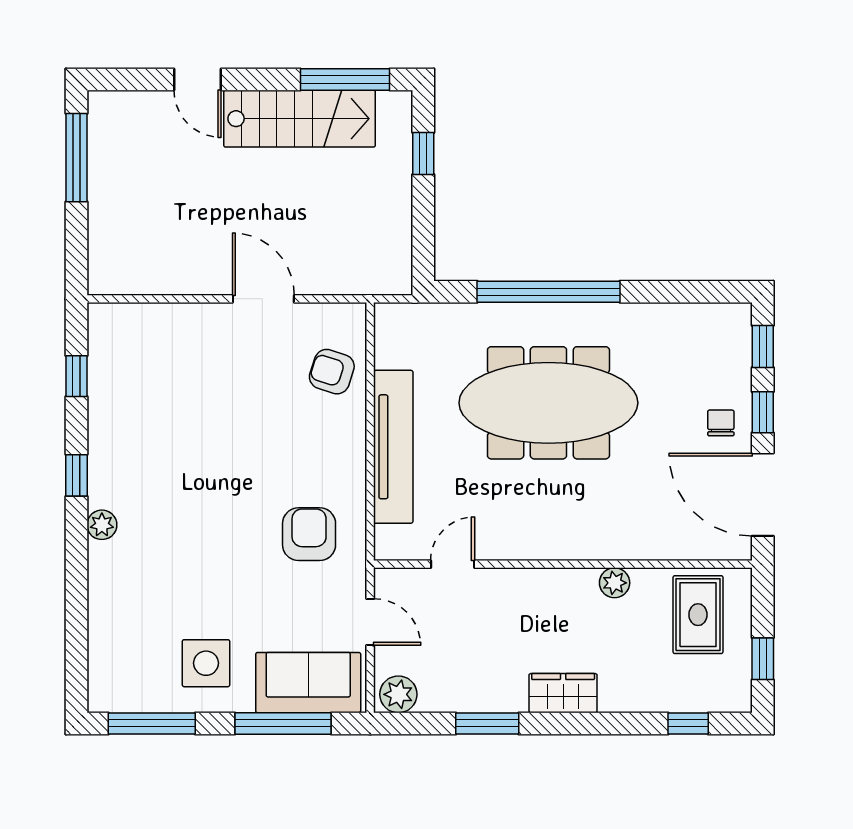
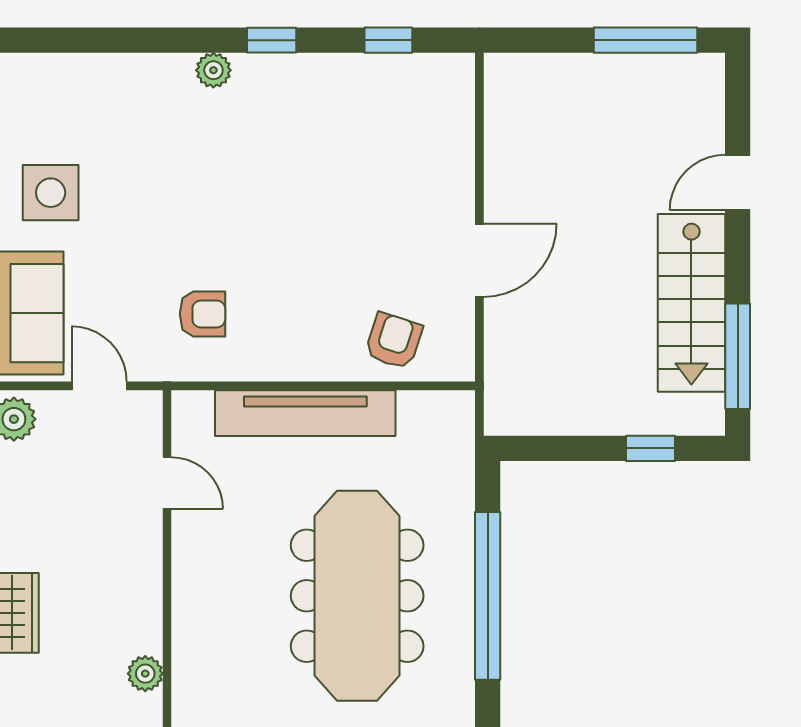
armchair: (309, 534) -> (202, 314), width x0.72, depth x0.72
door: (370, 622) -> (99, 386), swing flipped

